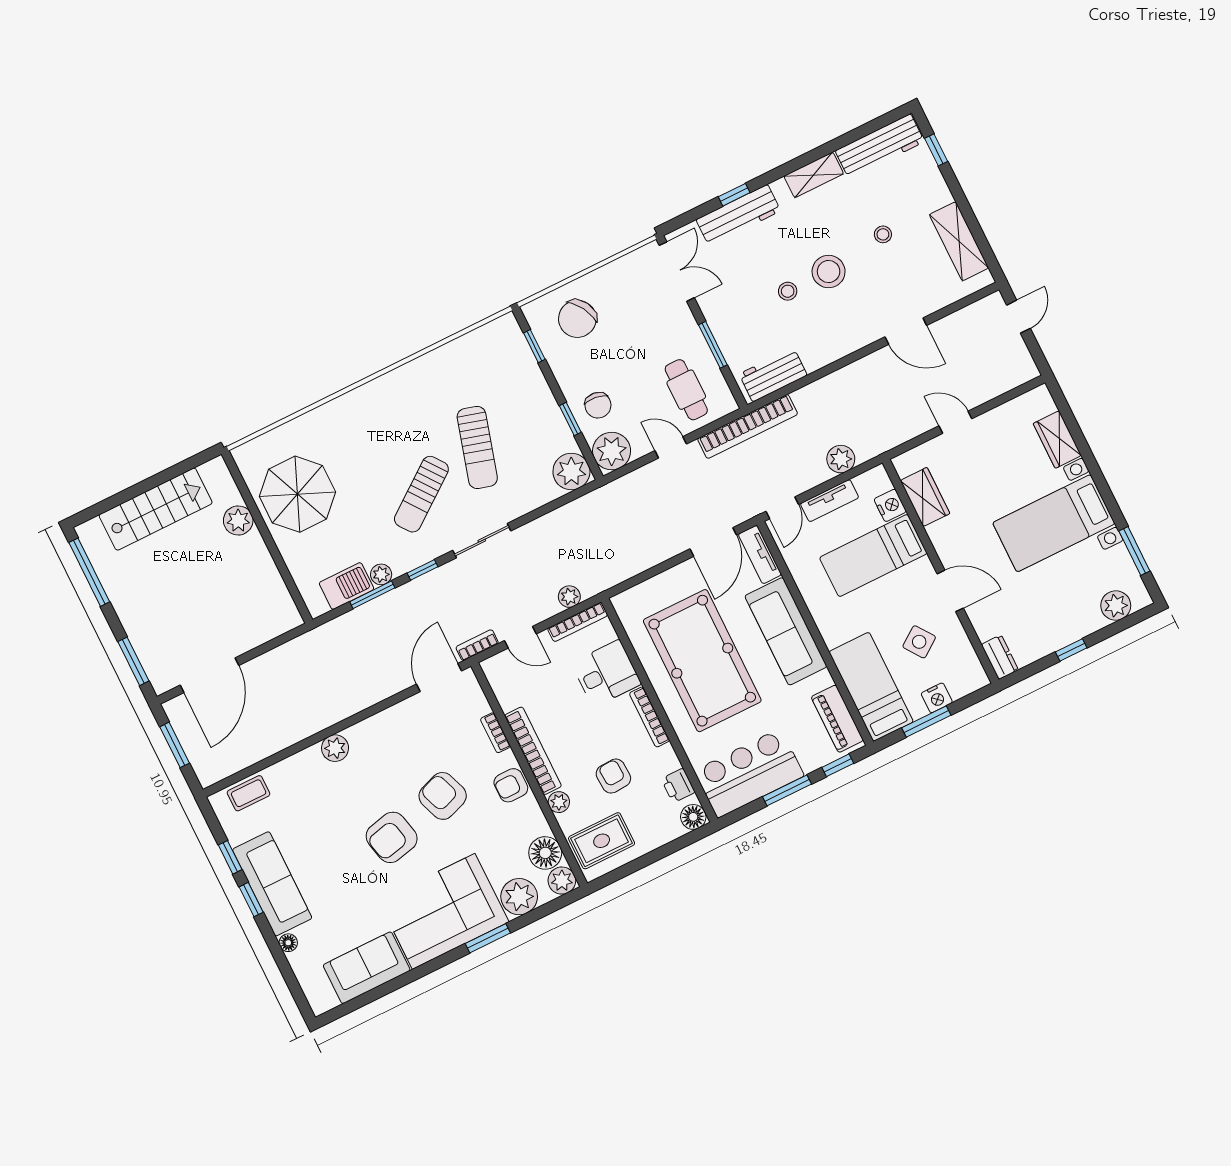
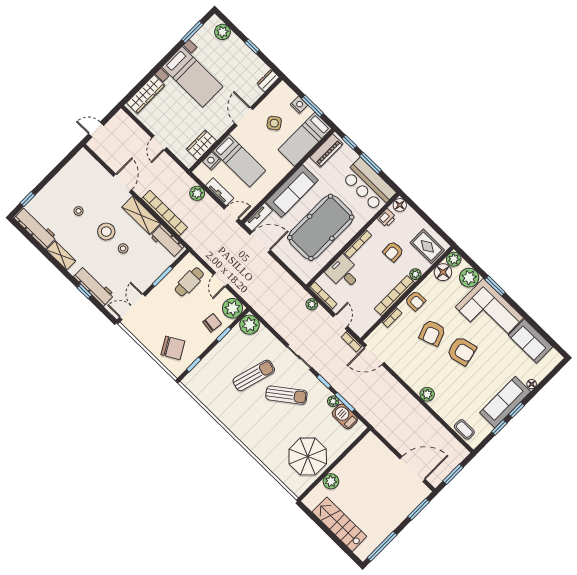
shelving: (959, 241) -> (141, 215), moved, turned 90
bookcase: (748, 426) -> (165, 213), moved
wardrobe: (1057, 439) -> (146, 94), width x1.50

